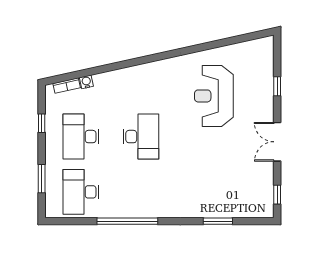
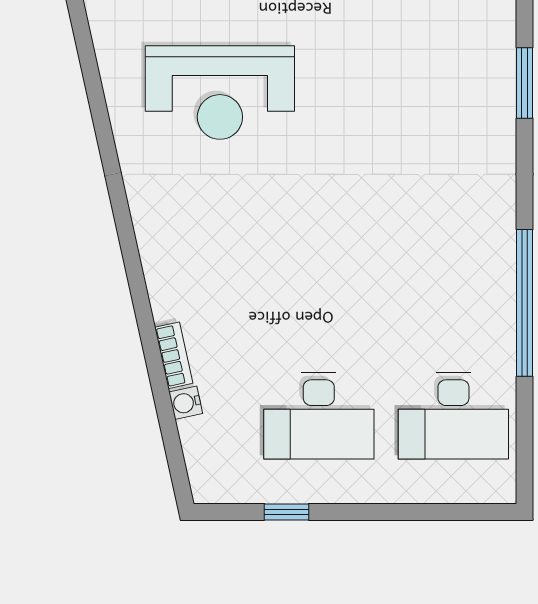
bookcase: (67, 86) -> (174, 355), moved
desk: (141, 137) -> (319, 270), removed
window: (42, 179) -> (421, 512), removed

